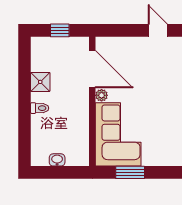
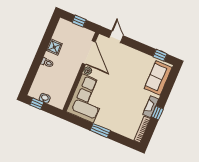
door: (158, 30) -> (116, 37), moved
window: (49, 172) -> (37, 104), added
window: (130, 172) -> (100, 130), moved

